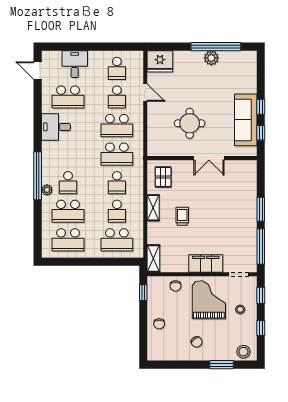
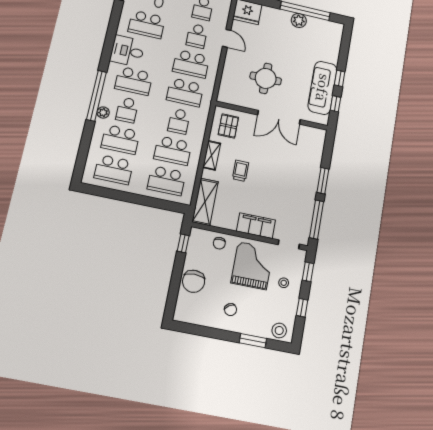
school desk: (68, 154) -> (134, 81), added
double door: (209, 158) -> (279, 117), width x1.37
school desk: (117, 211) -> (173, 151), width x1.85
shelving: (153, 258) -> (205, 202), width x1.50, depth x1.33
chair: (159, 324) -> (194, 281), width x1.87, depth x1.87

